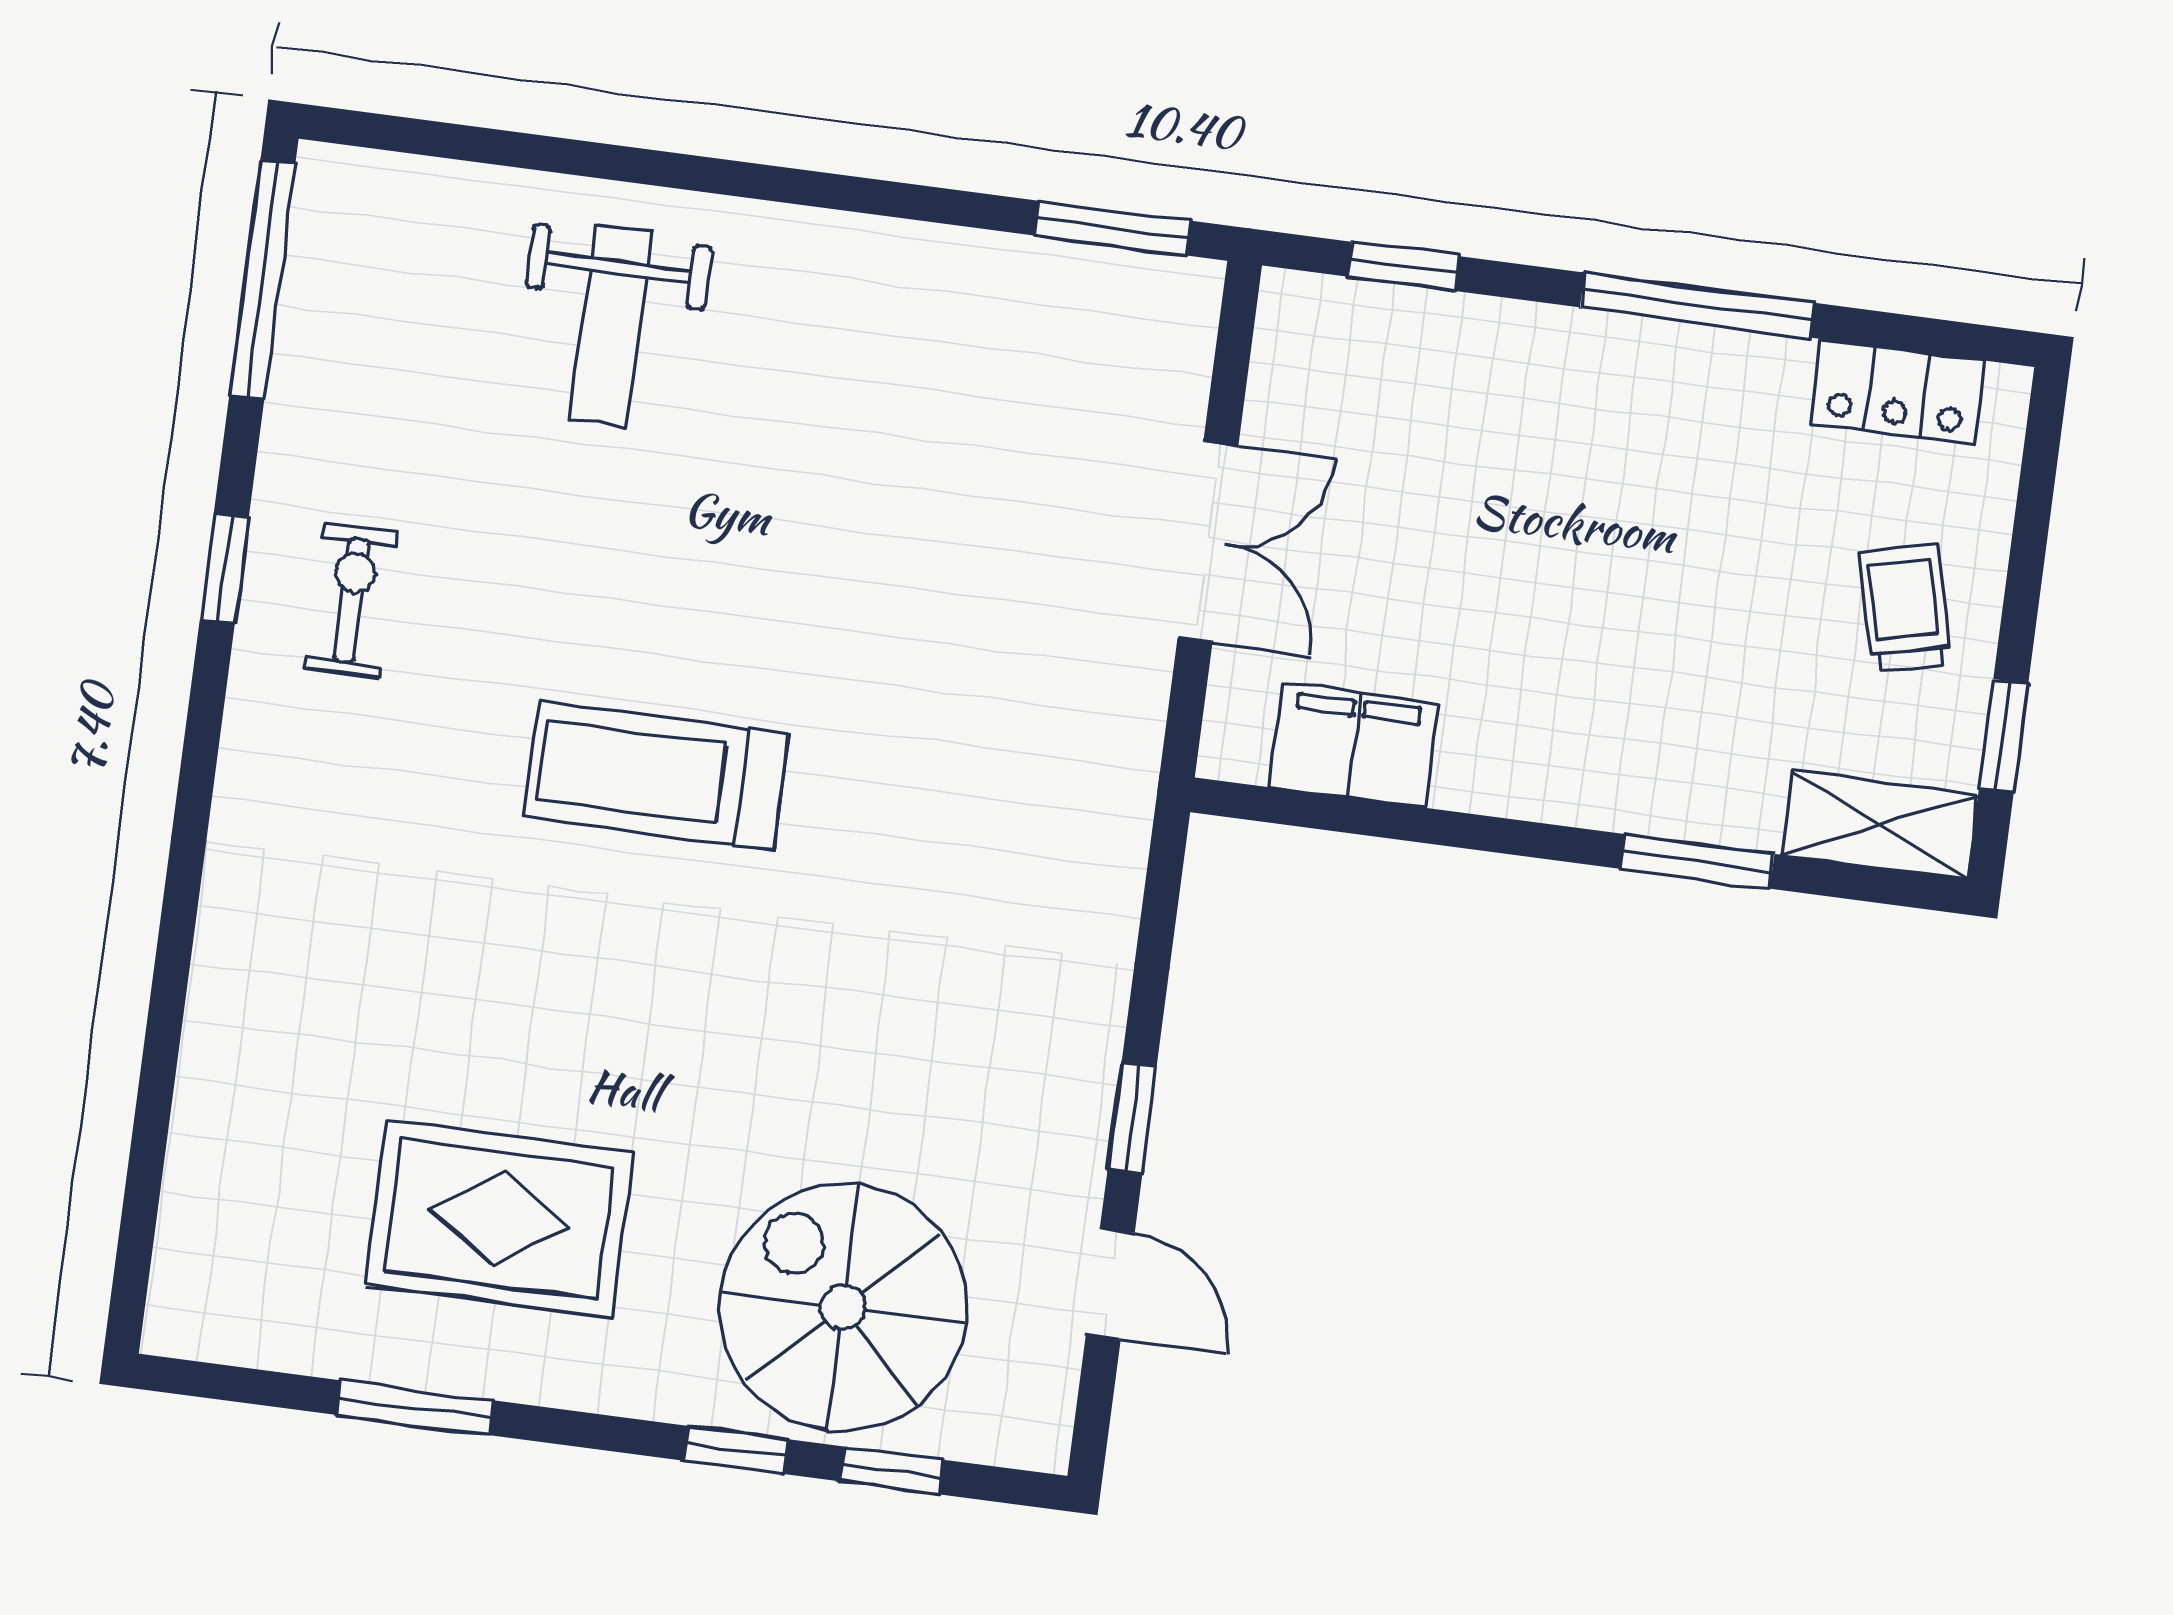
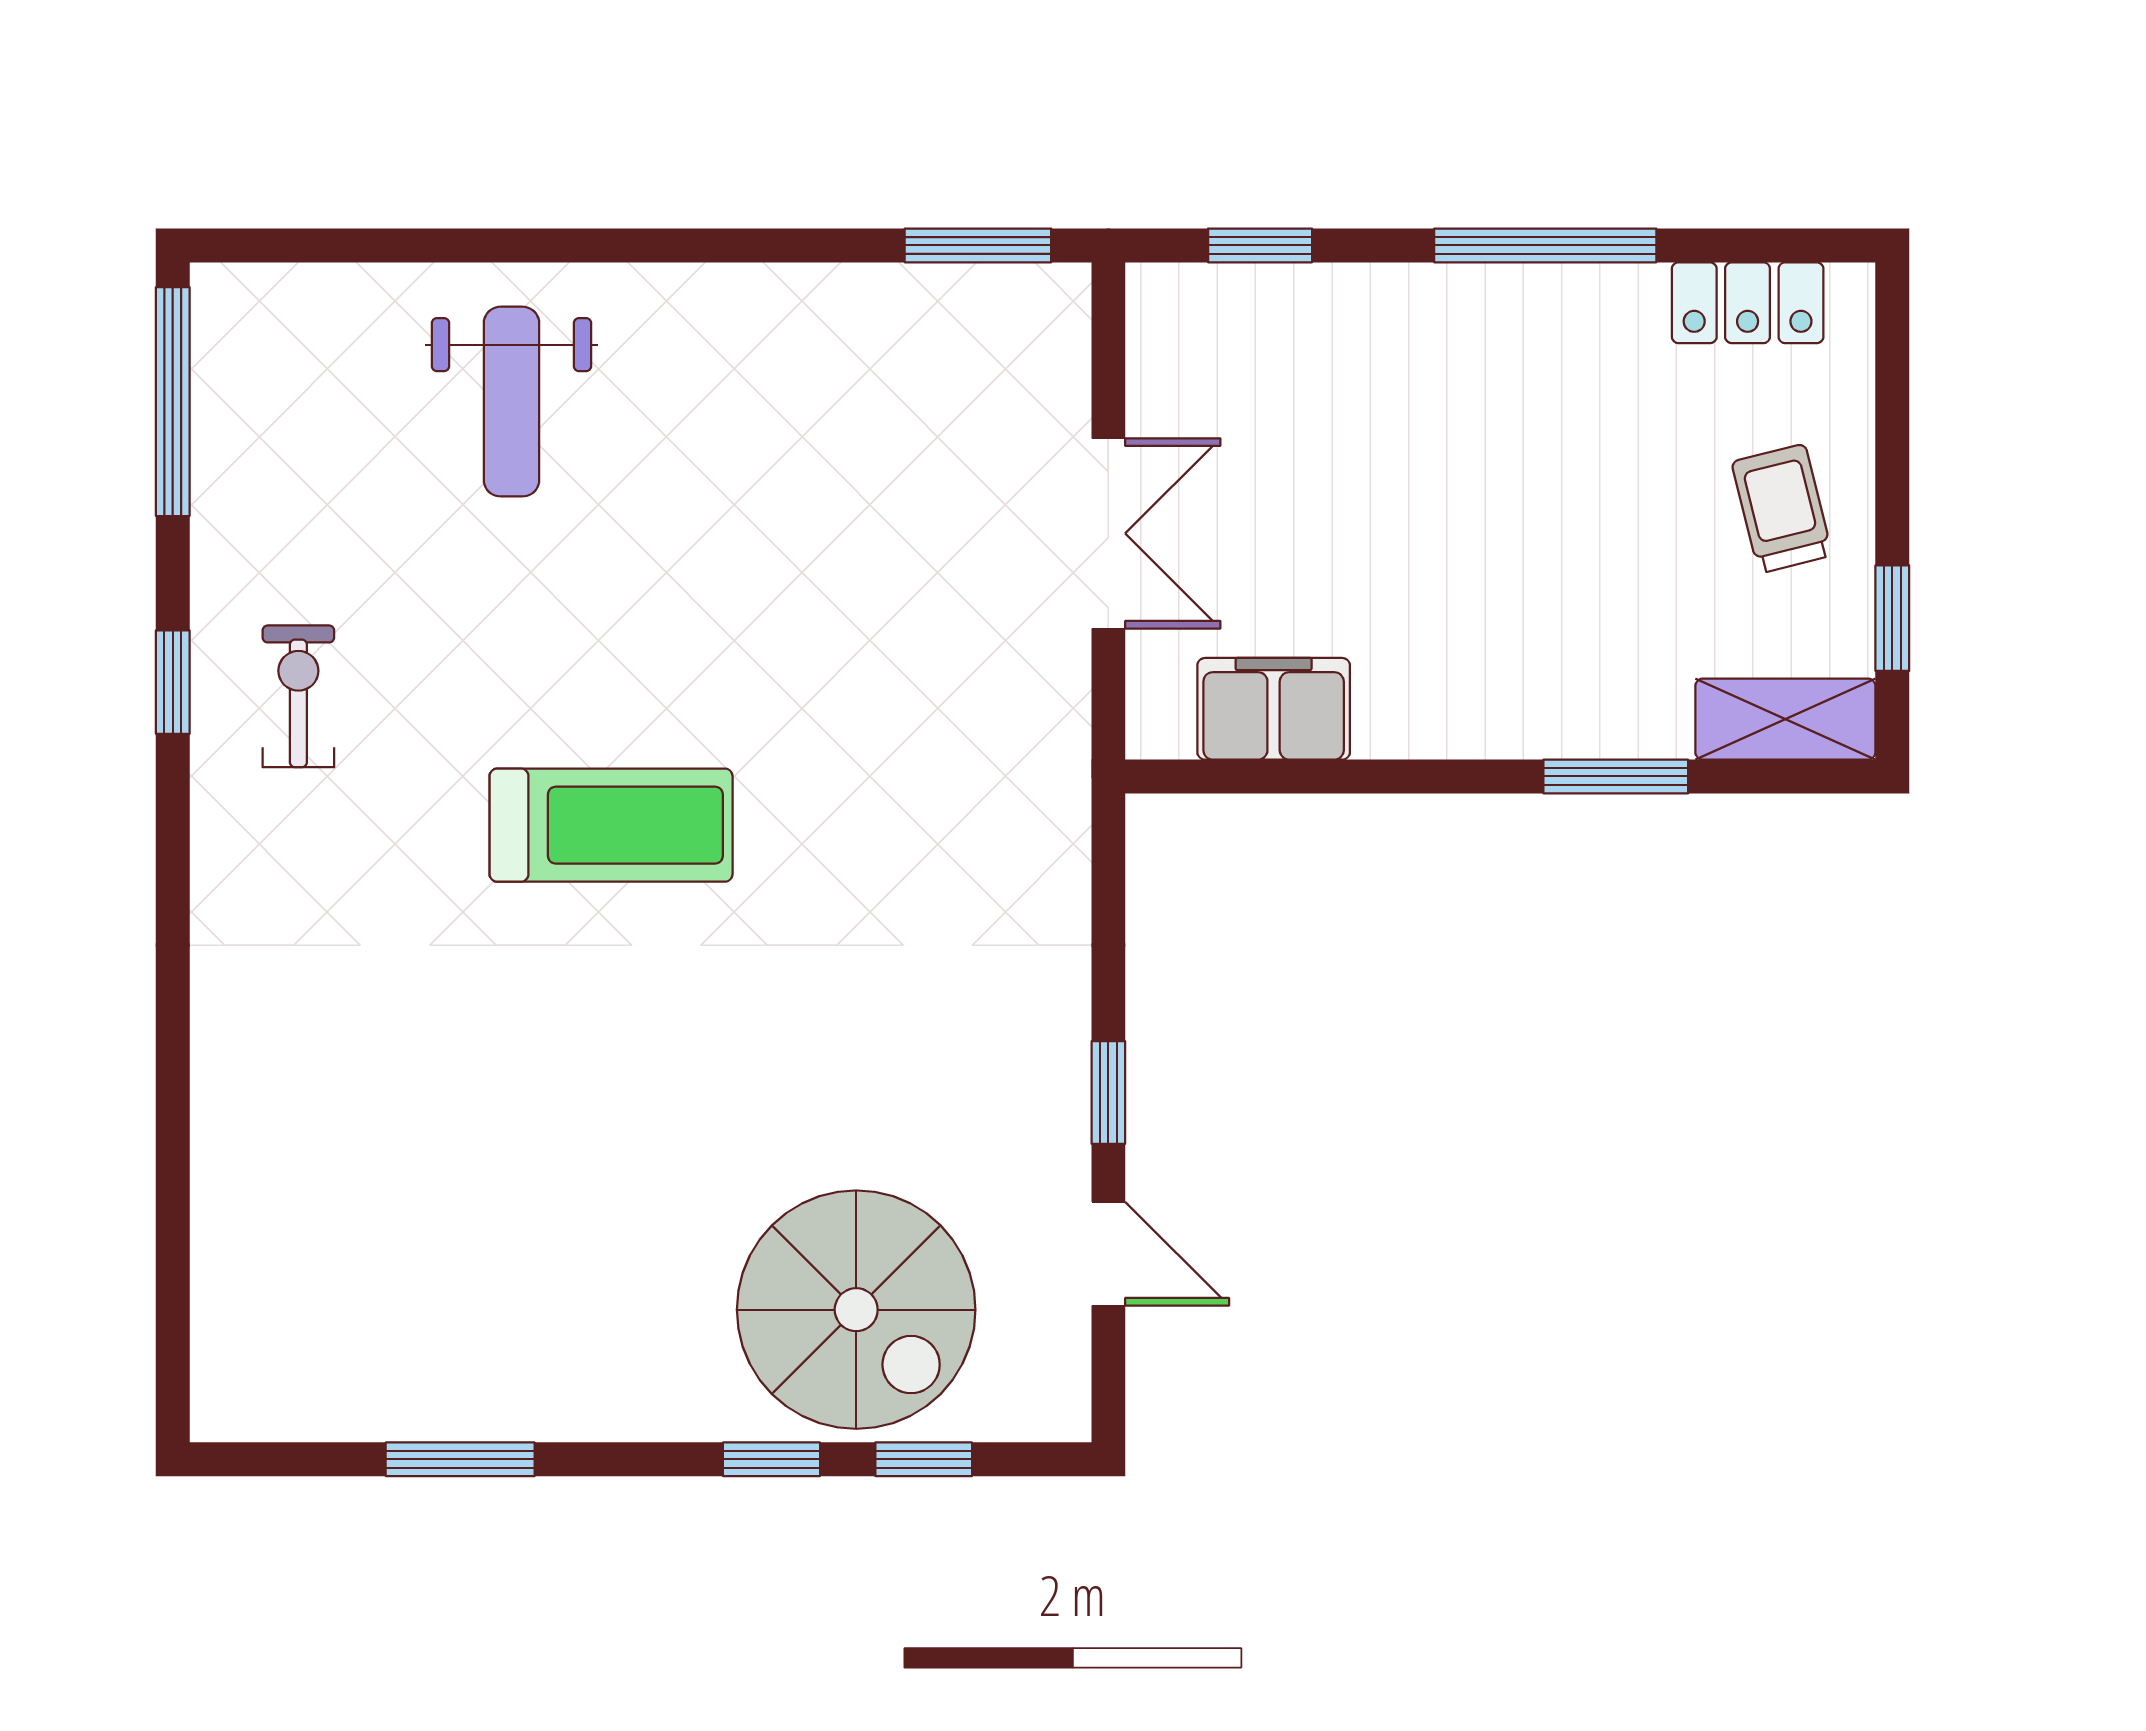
treadmill: (656, 775) -> (611, 825), turned 180
rug: (499, 1219) -> (517, 1268), removed
spiral stairs: (843, 1307) -> (856, 1310), turned 180

